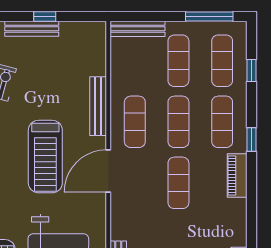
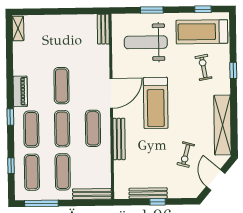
bench: (32, 29) -> (148, 193), moved
treadmill: (45, 157) -> (156, 103), turned 180

